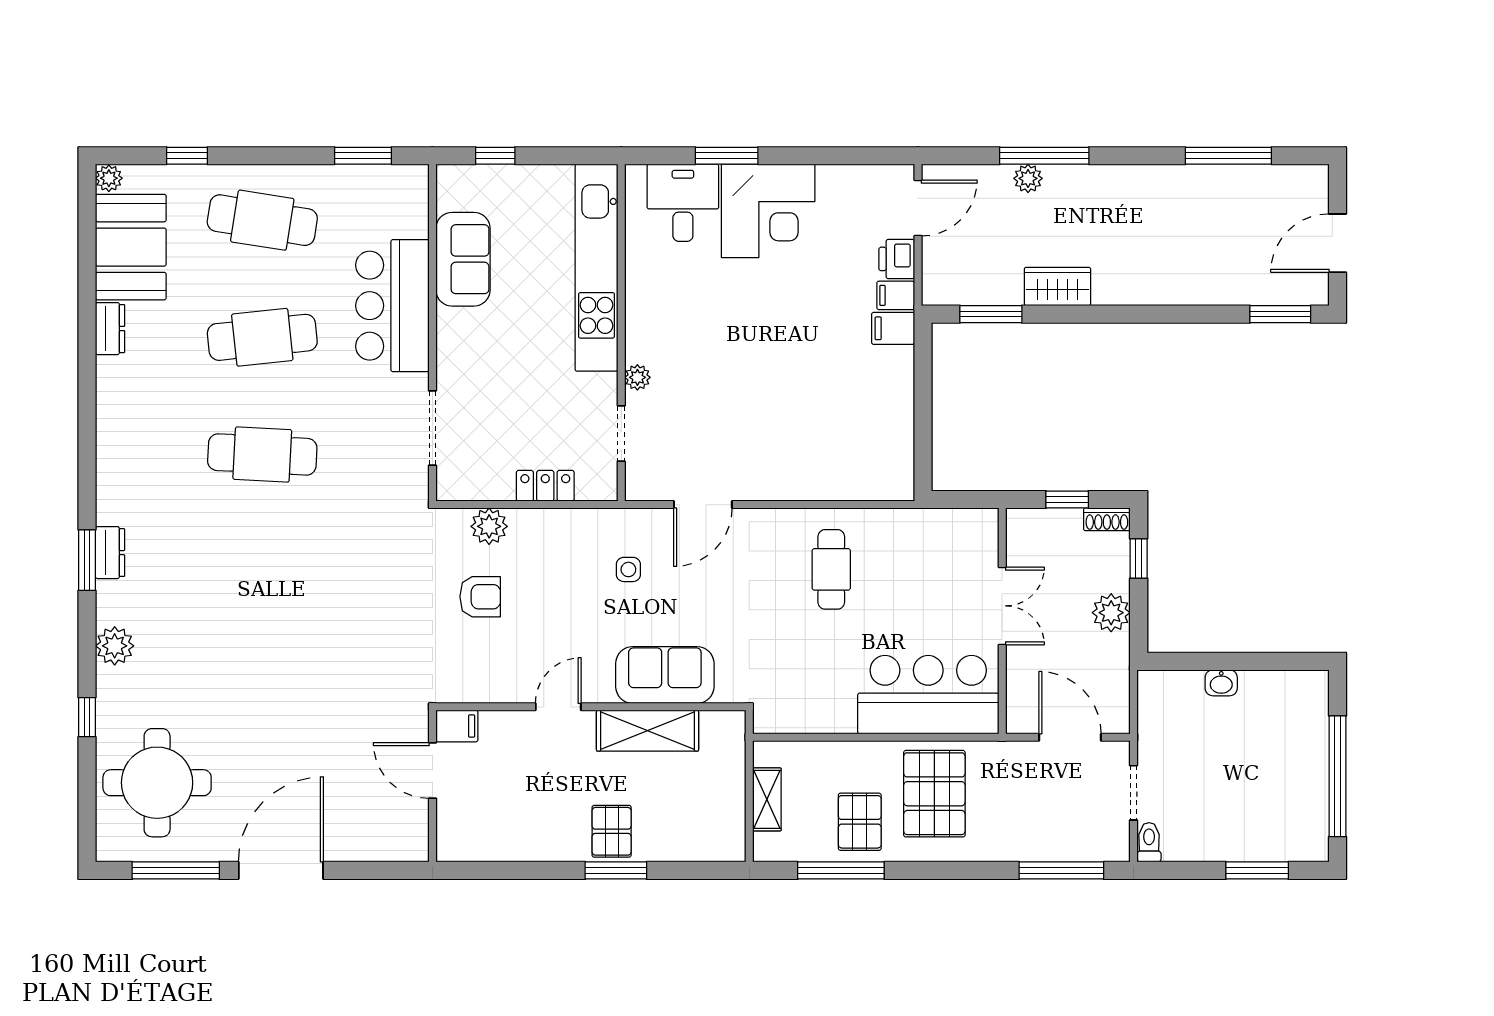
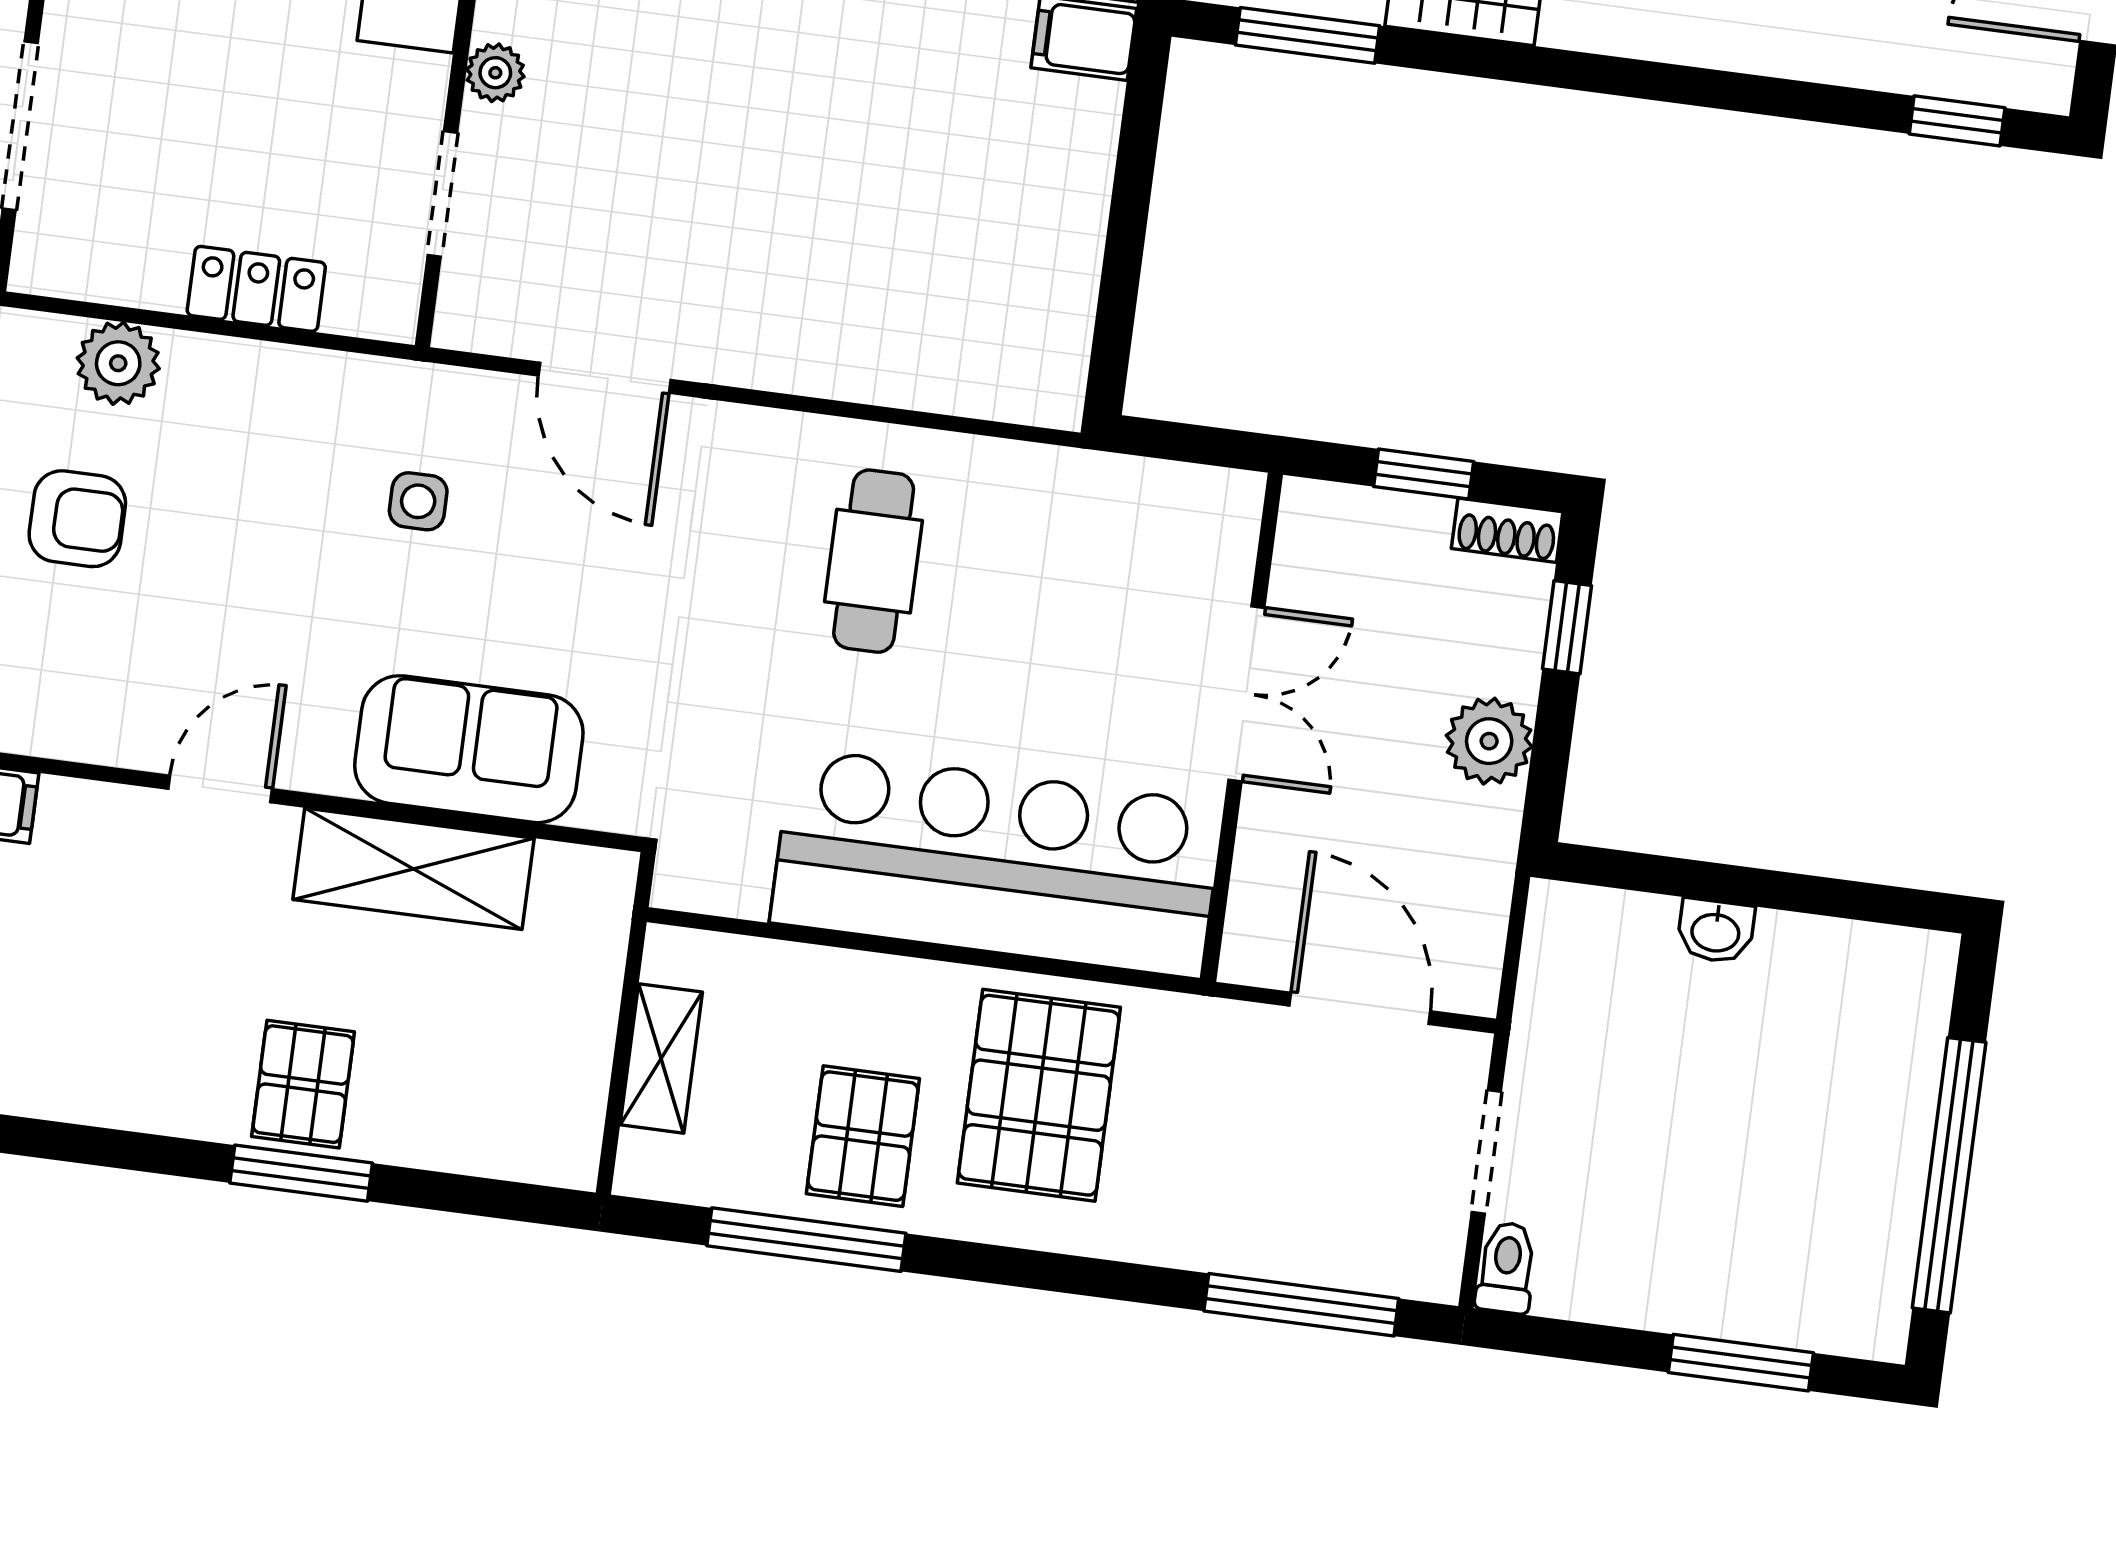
window: (1280, 314) -> (1957, 121), width x0.67
door: (703, 505) -> (604, 378), hinge flipped
bar counter: (928, 695) -> (997, 863), width x1.36

